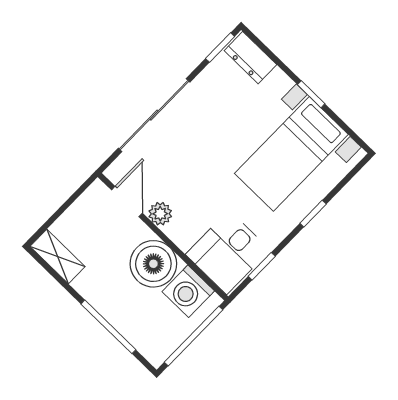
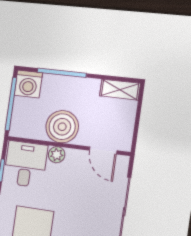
plant: (160, 214) -> (57, 155), moved
washing machine: (188, 291) -> (28, 84), moved, turned 180

